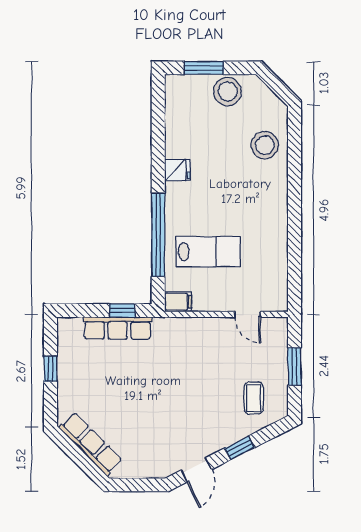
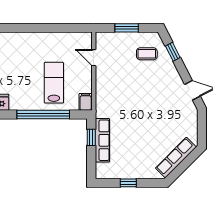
door: (248, 314) -> (94, 58), swing flipped
window: (239, 448) -> (173, 52), moved

